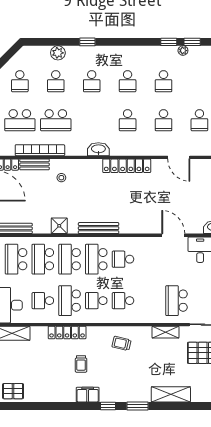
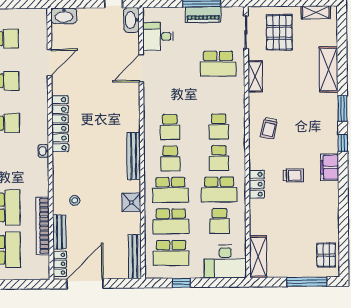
washbasin: (98, 149) -> (43, 151), width x0.52, depth x0.69
school desk: (96, 259) -> (170, 158), width x0.54
locker: (67, 332) -> (257, 184), width x0.66

